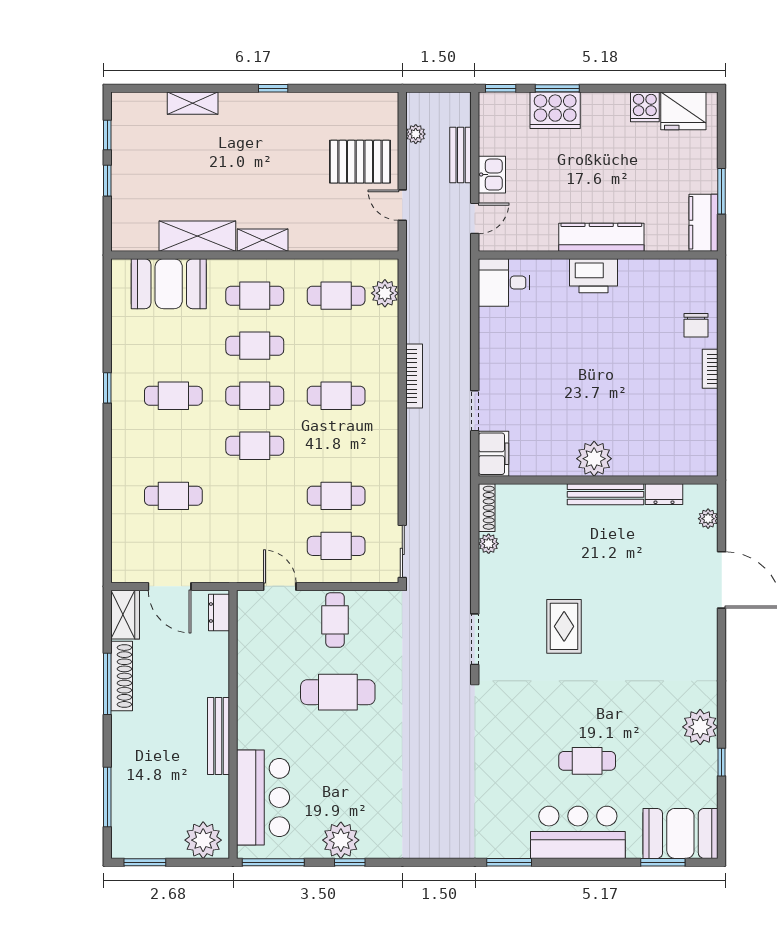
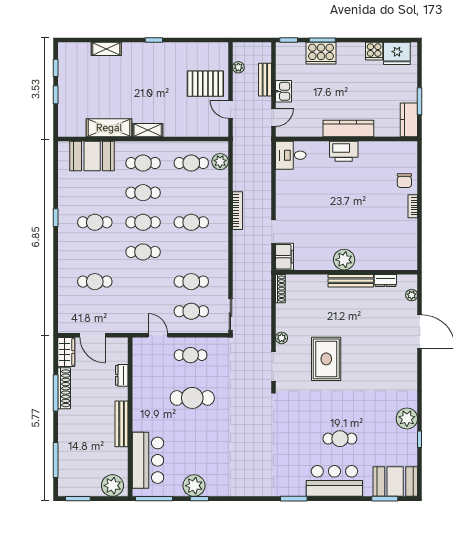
plant: (489, 544) -> (282, 338), moved
dresser: (219, 613) -> (122, 375), moved
cafe table: (335, 620) -> (191, 355), turned 90
rug: (564, 626) -> (326, 359), width x1.36, depth x1.43

